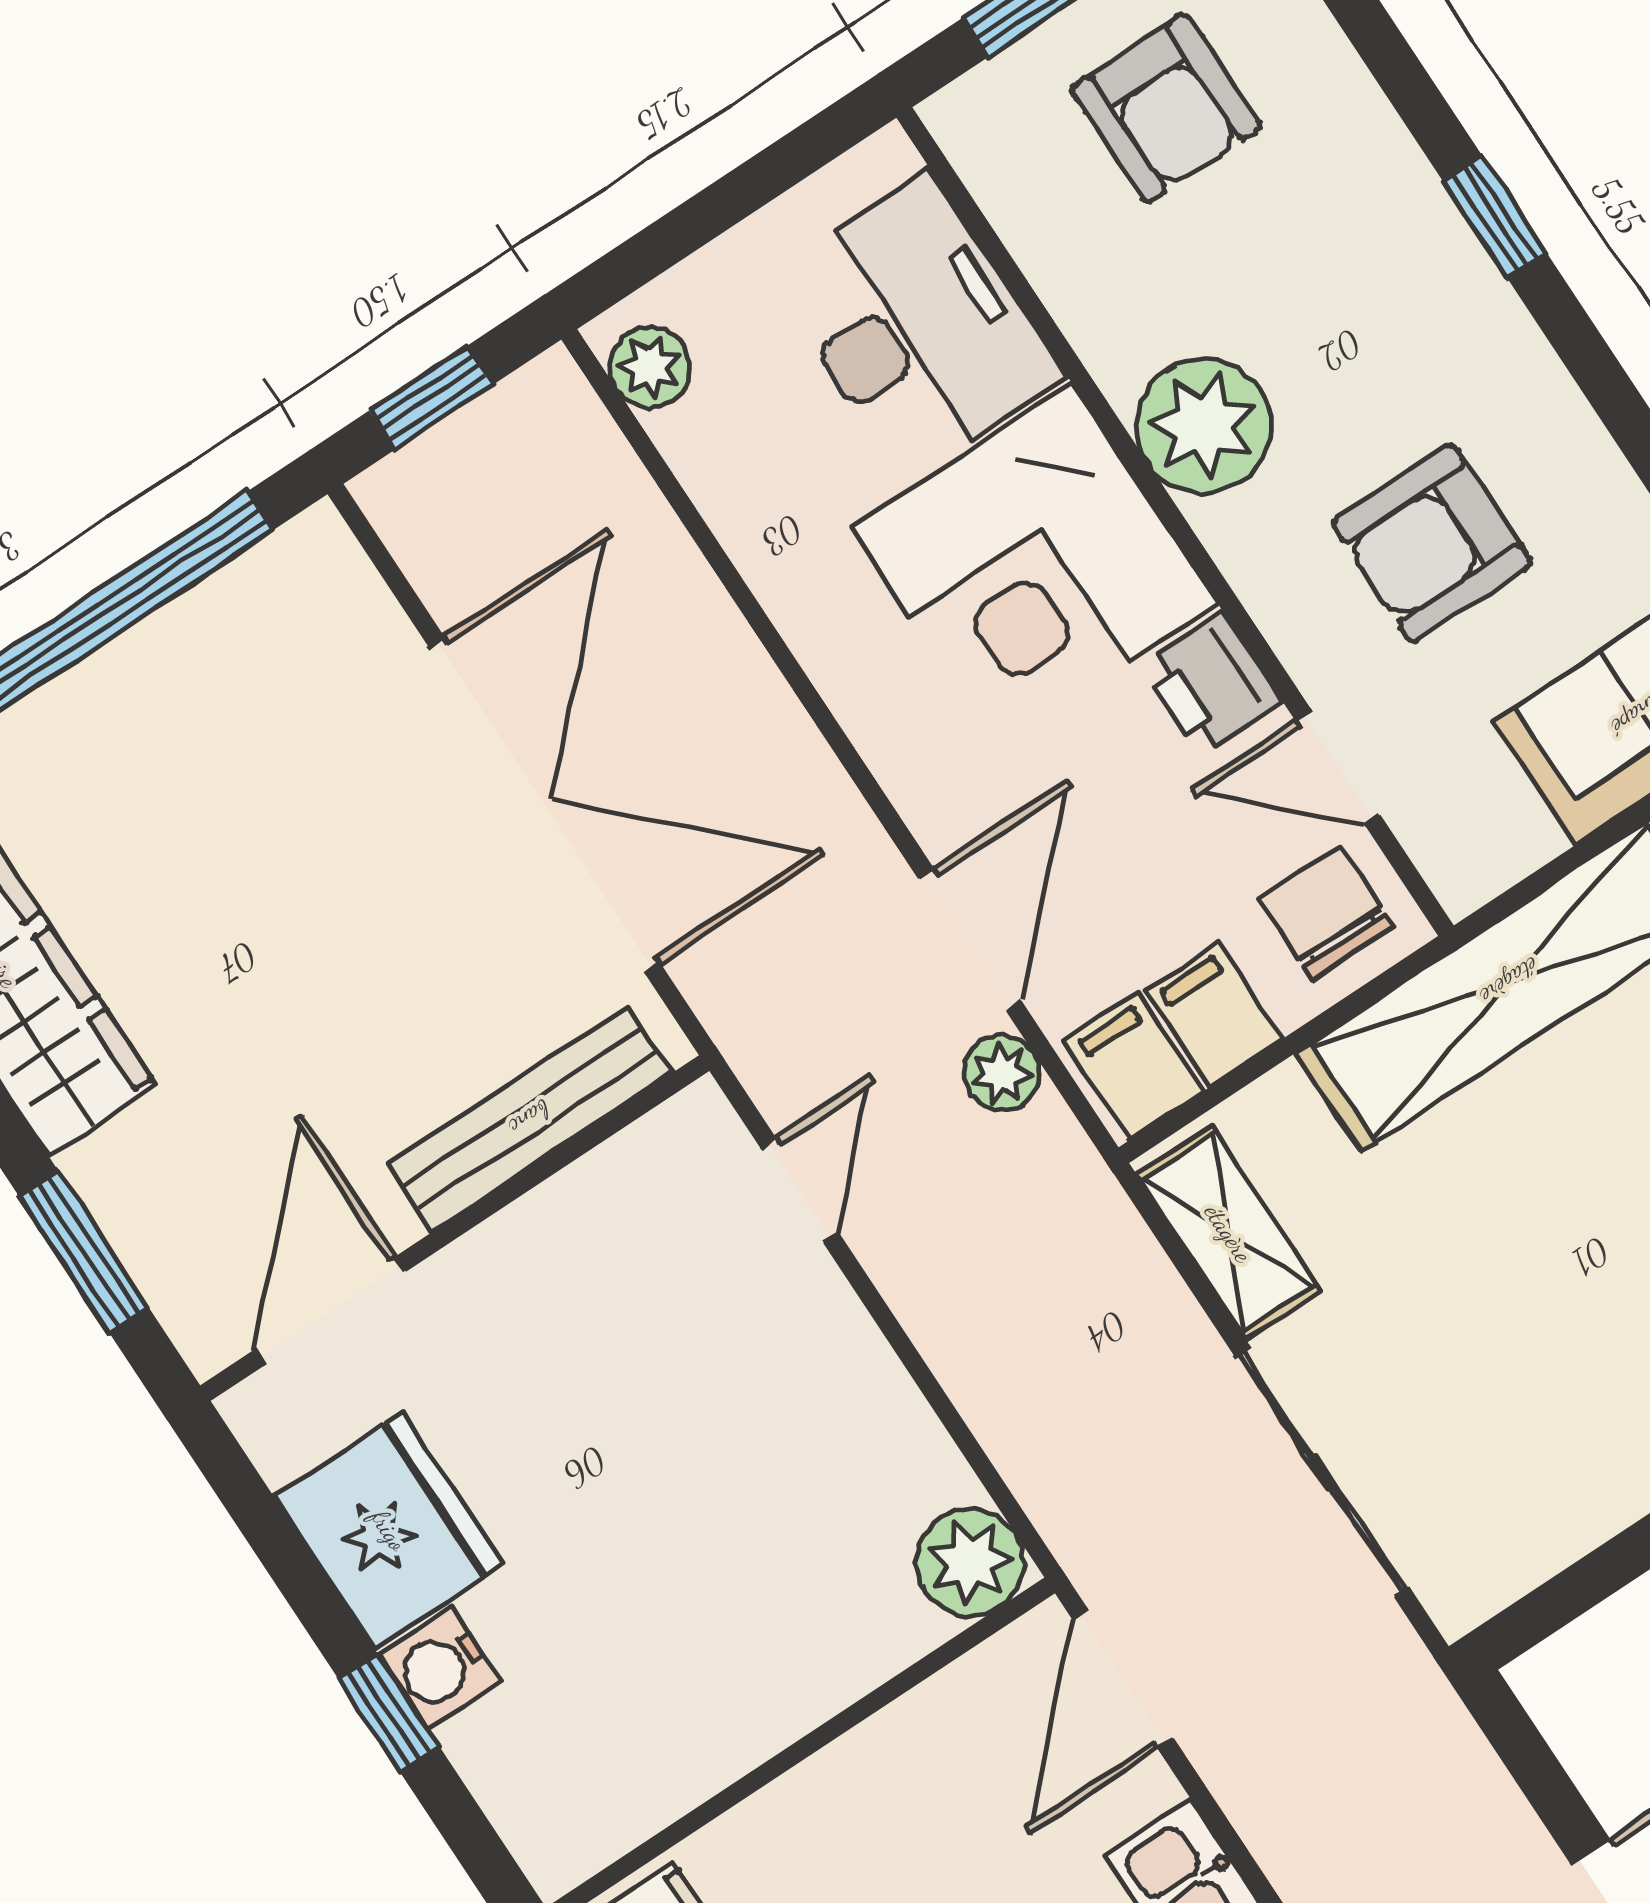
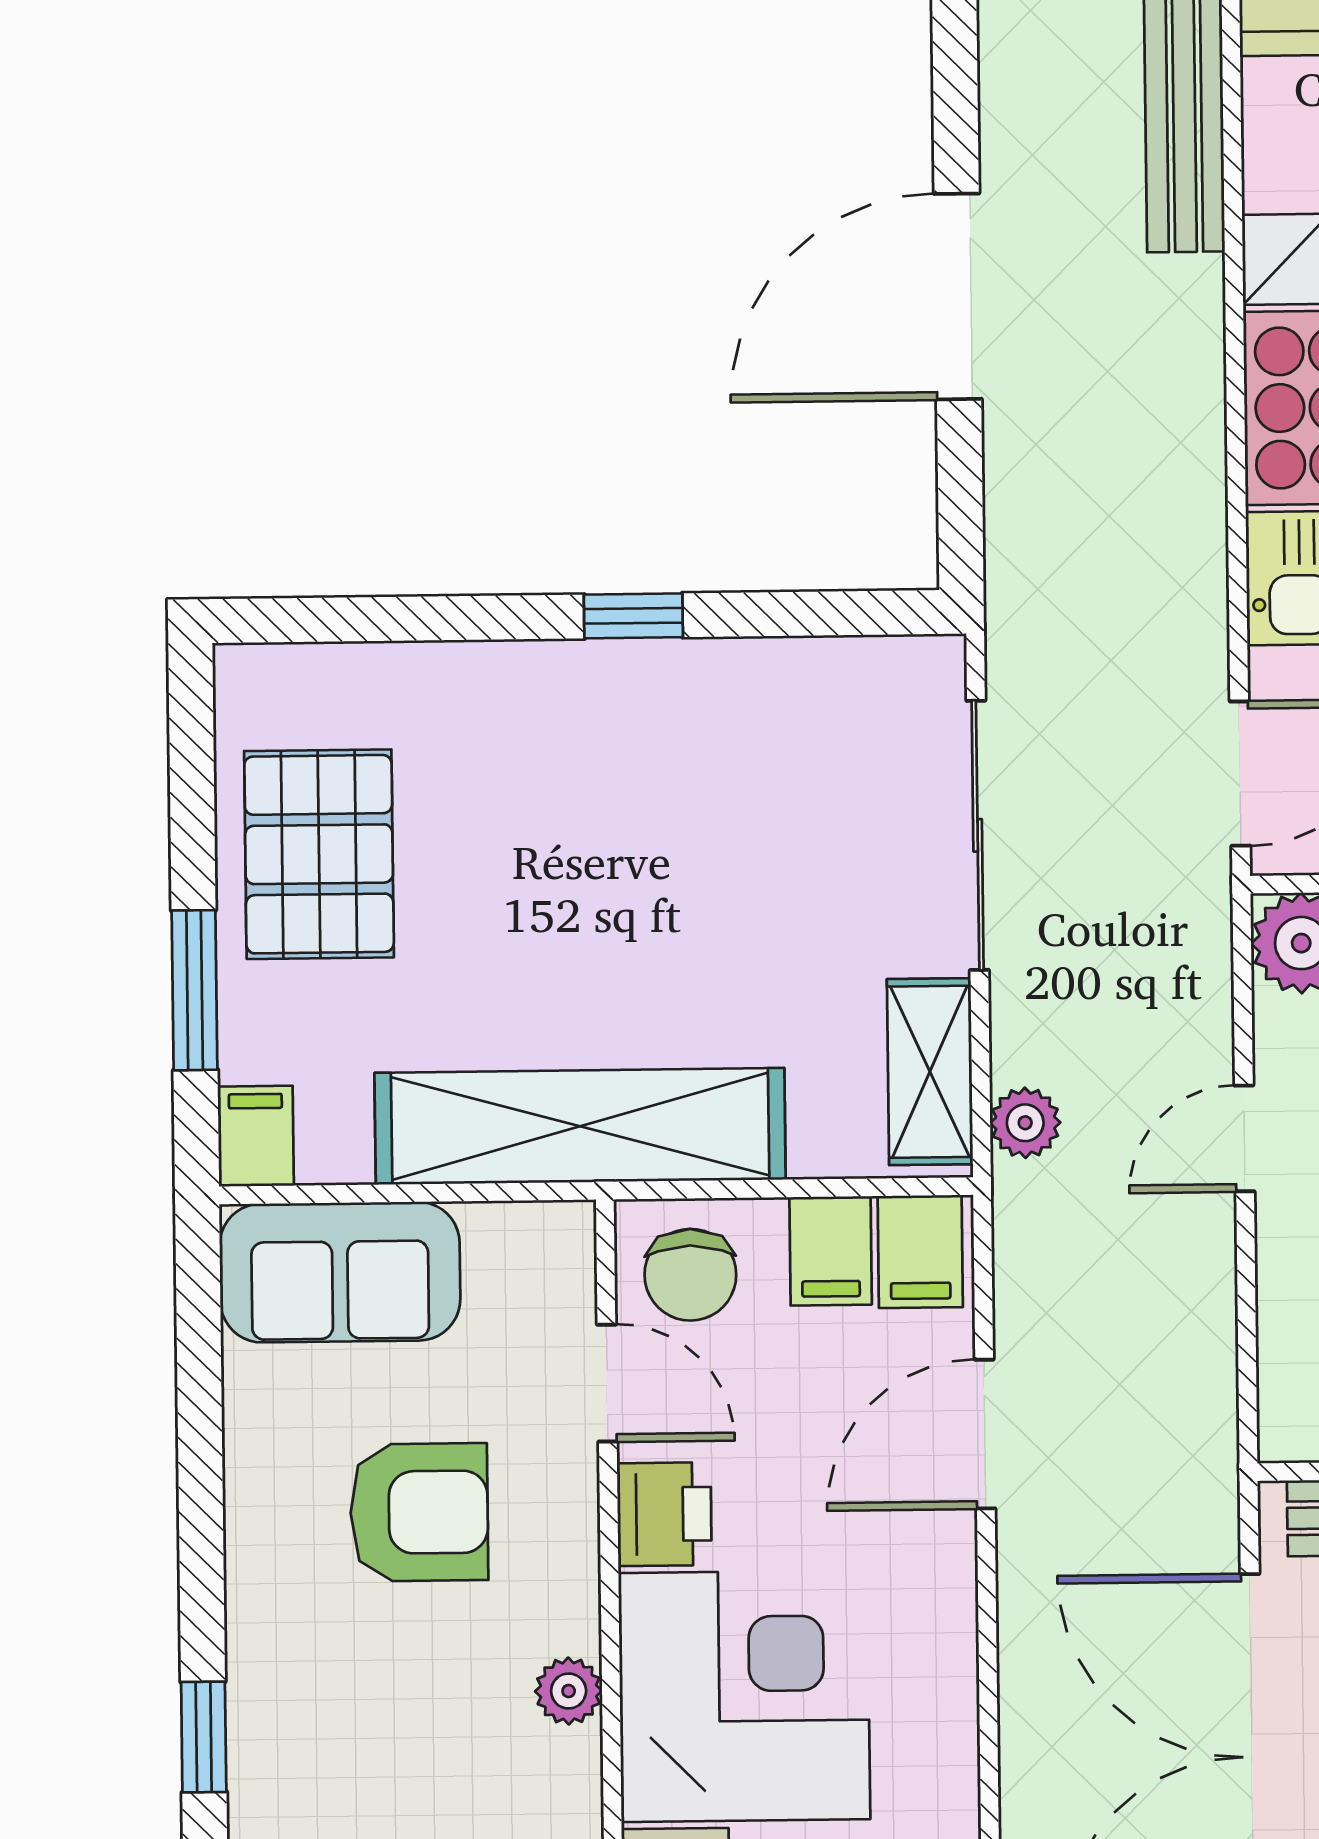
plant: (1204, 426) -> (569, 1691), width x0.53, depth x0.53
plant: (1002, 1073) -> (1025, 1123), moved
door: (800, 1190) -> (1244, 1138), moved

